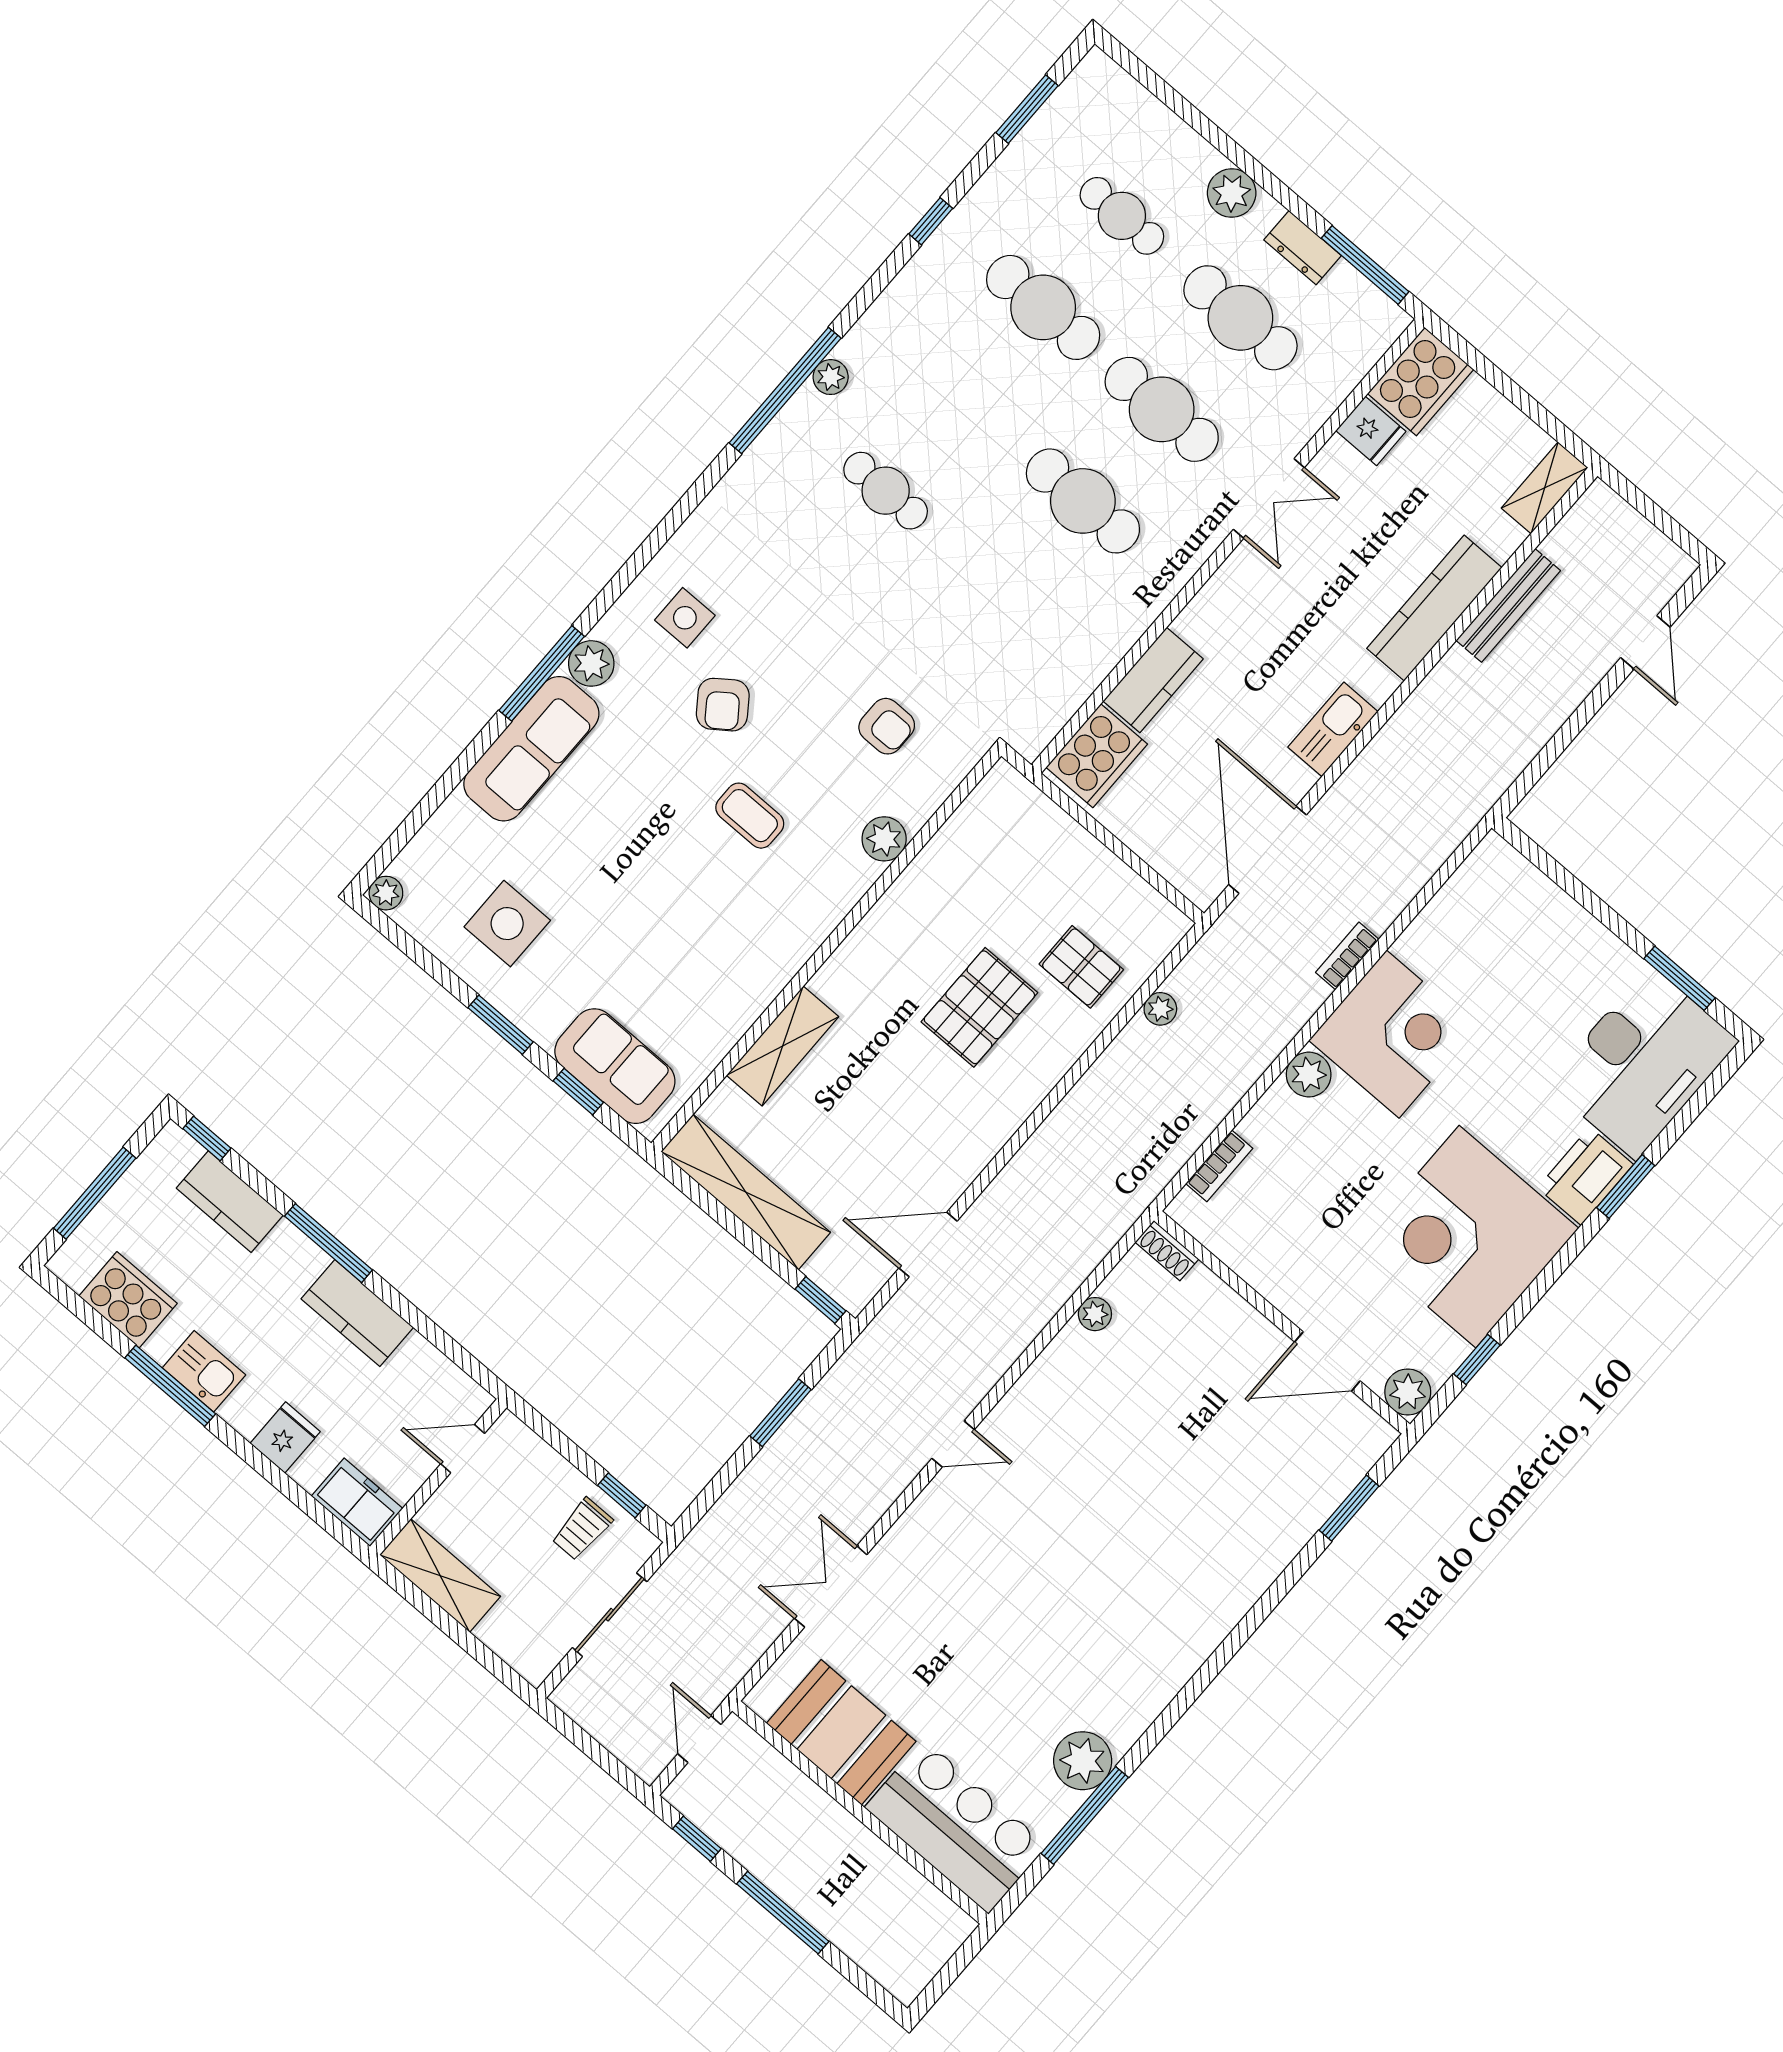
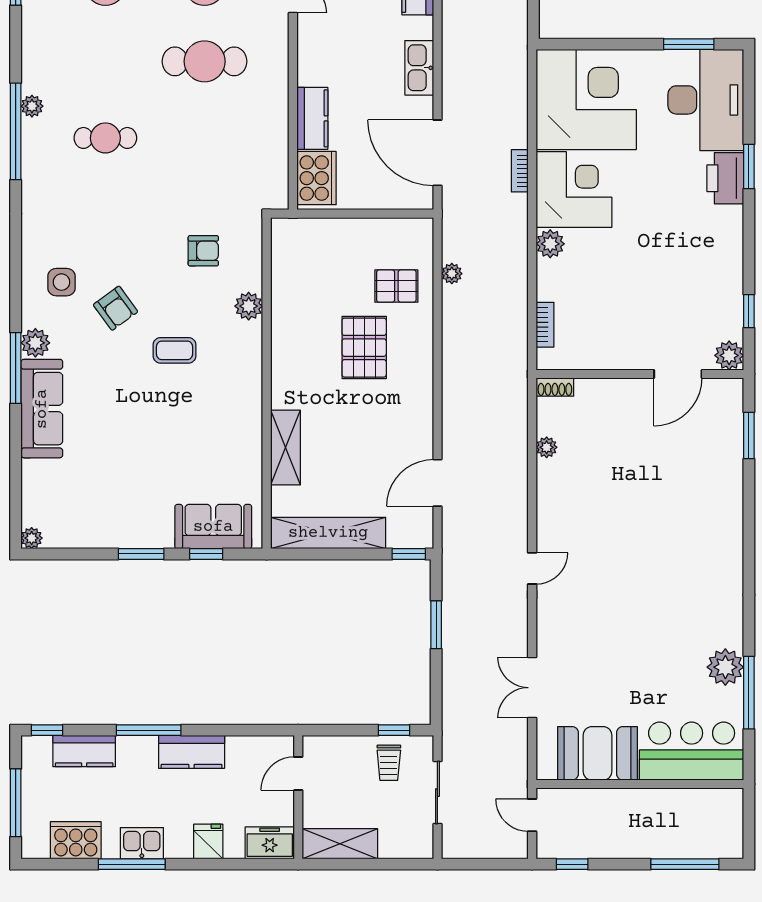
side table: (507, 924) -> (102, 503), removed
corner desk: (1467, 1237) -> (586, 99), moved, turned 180
window: (783, 1913) -> (685, 864), moved

